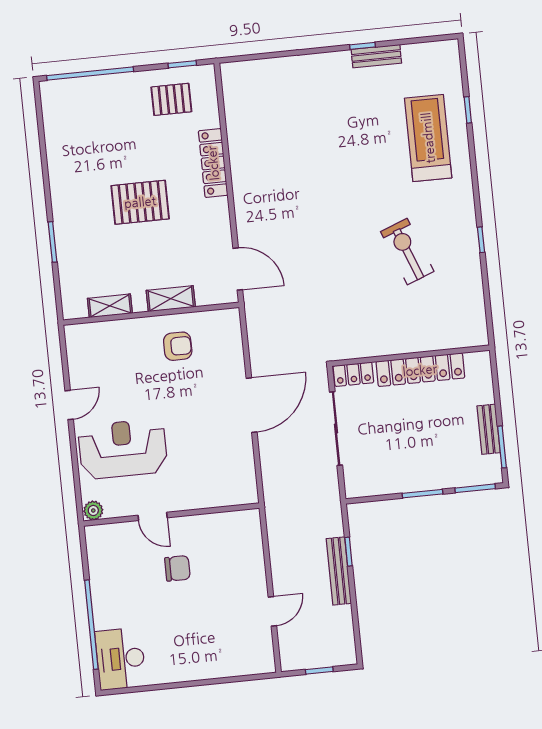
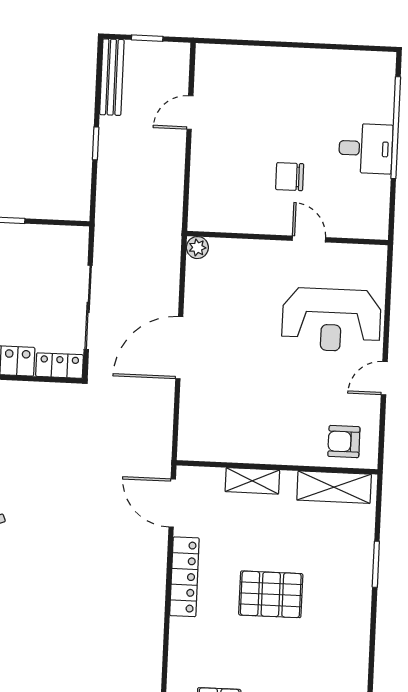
locker: (213, 163) -> (184, 577), moved
shelving: (110, 306) -> (334, 487), width x1.50, depth x1.33
armchair: (178, 346) -> (344, 442), moved
plant: (93, 510) -> (197, 248), moved
window: (349, 552) -> (96, 143), moved
bench: (339, 571) -> (112, 77), moved
desk: (121, 659) -> (366, 149), moved, width x0.73

